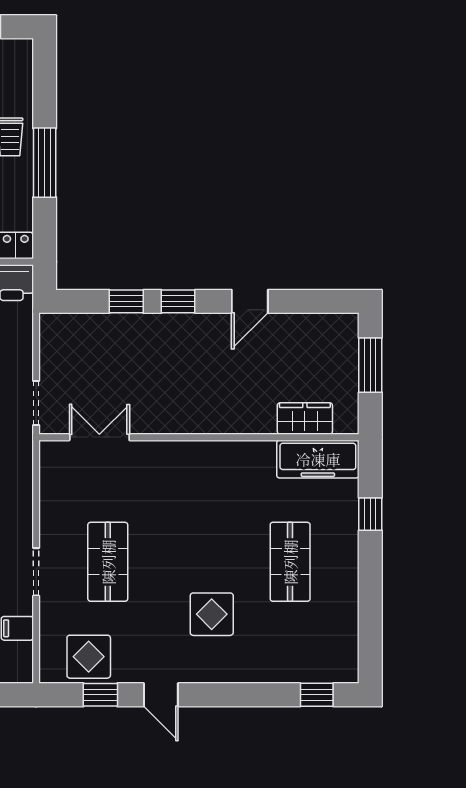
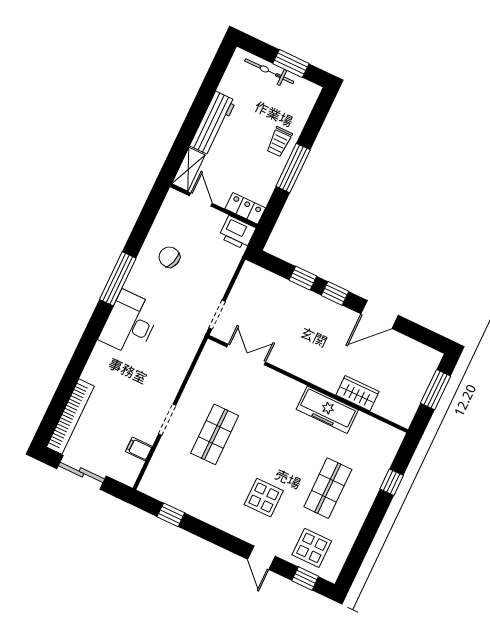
door: (250, 301) -> (380, 315), width x1.38
wardrobe: (305, 418) -> (358, 393), moved
freezer: (318, 459) -> (327, 410), moved
display table: (89, 657) -> (312, 548), moved
door: (161, 695) -> (261, 558), moved

